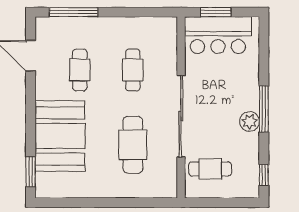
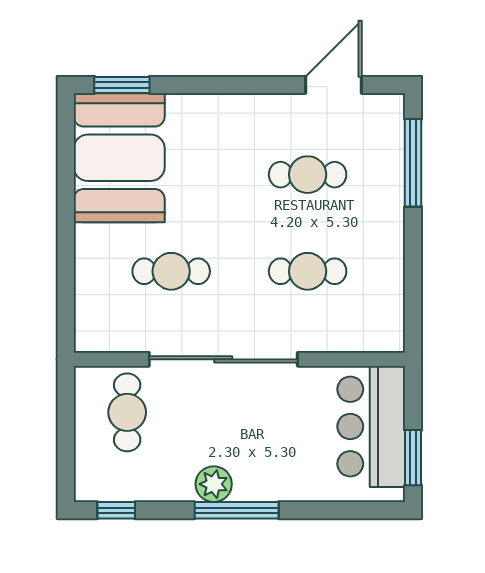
window: (216, 12) -> (413, 458), moved
booth: (60, 136) -> (119, 158), moved, turned 90
cafe table: (133, 145) -> (171, 271), width x0.73, depth x0.74

